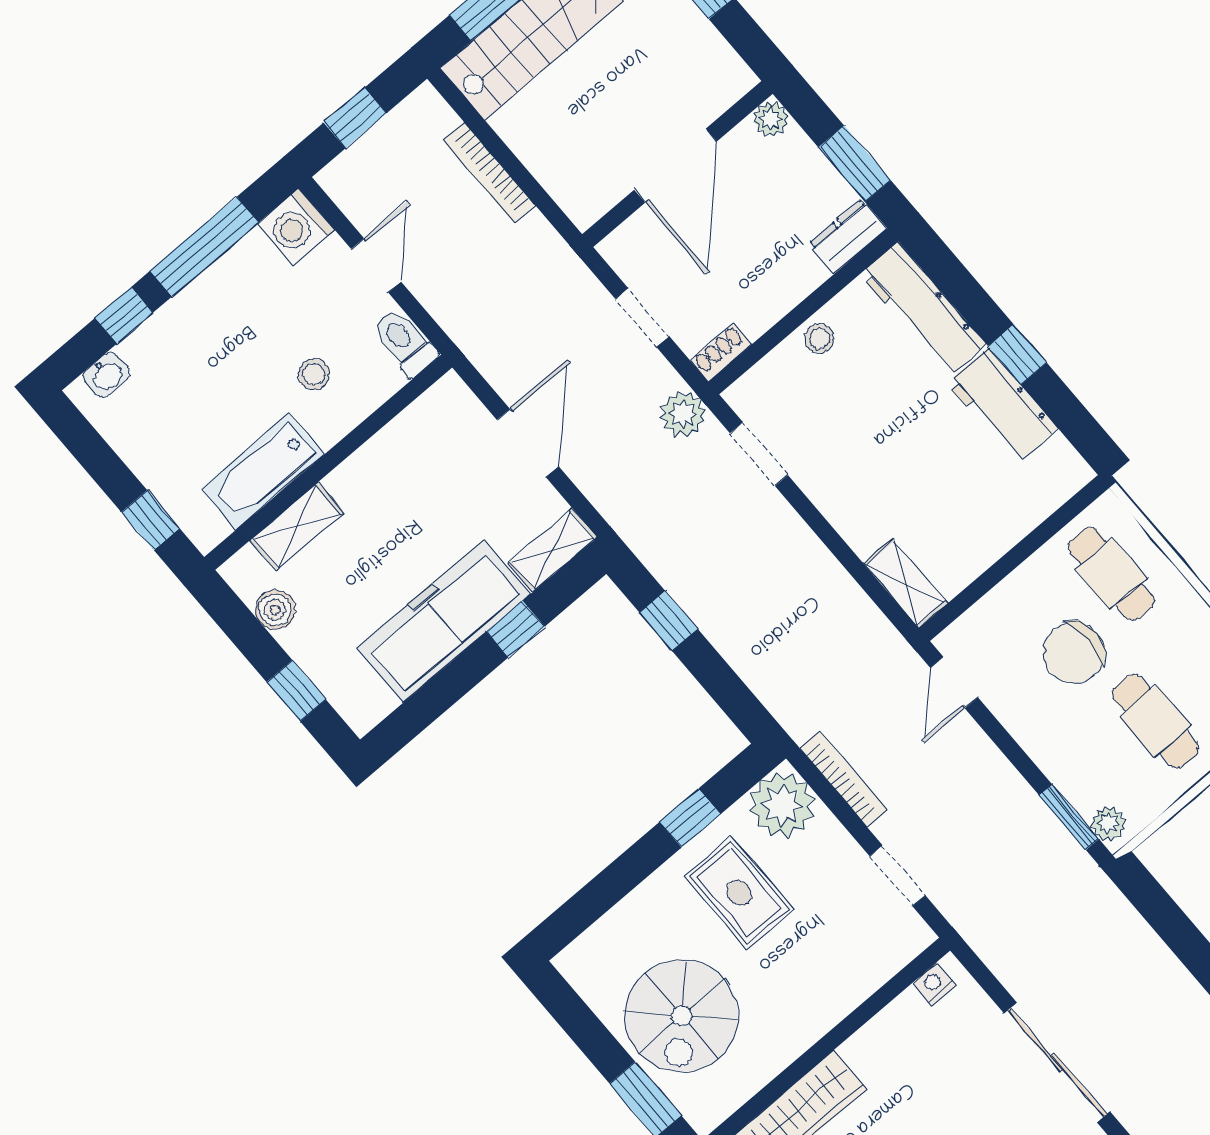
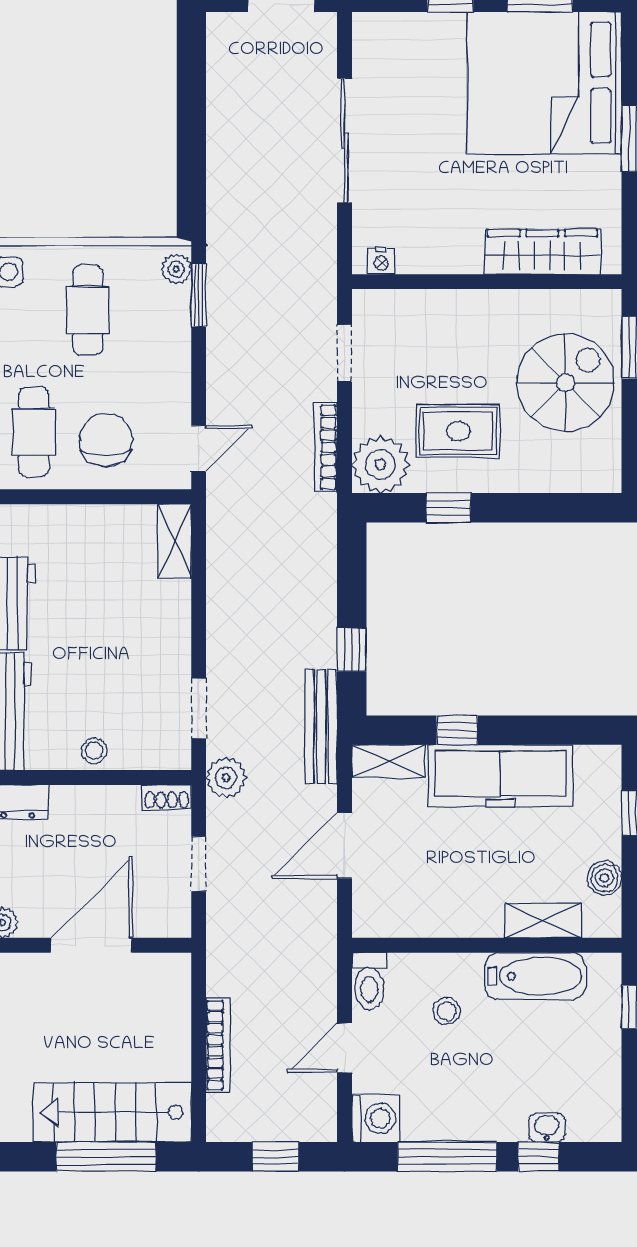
washbasin: (107, 375) -> (547, 1127), moved
bench: (638, 530) -> (321, 727), added
chair: (1074, 653) -> (106, 440), moved, turned -90
rug: (739, 893) -> (458, 431), turned 90

